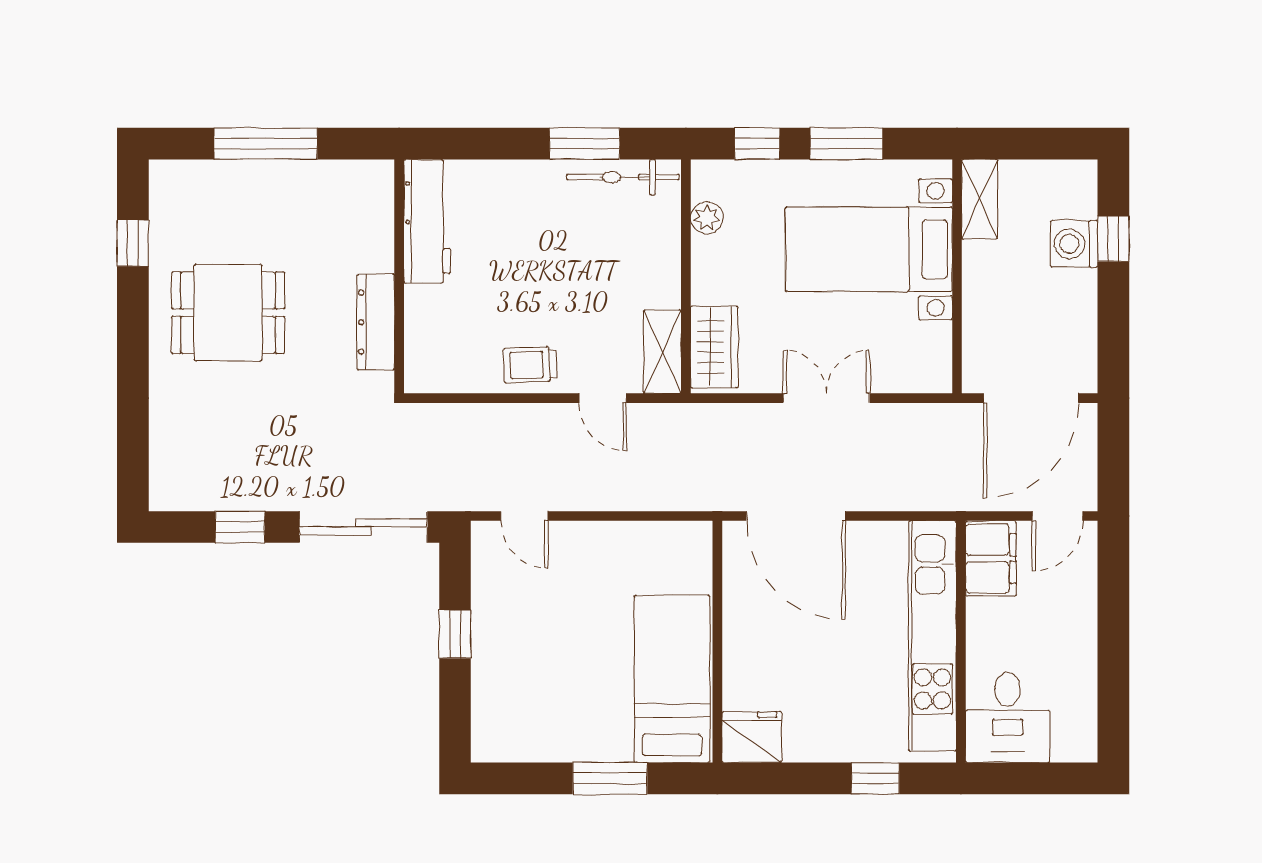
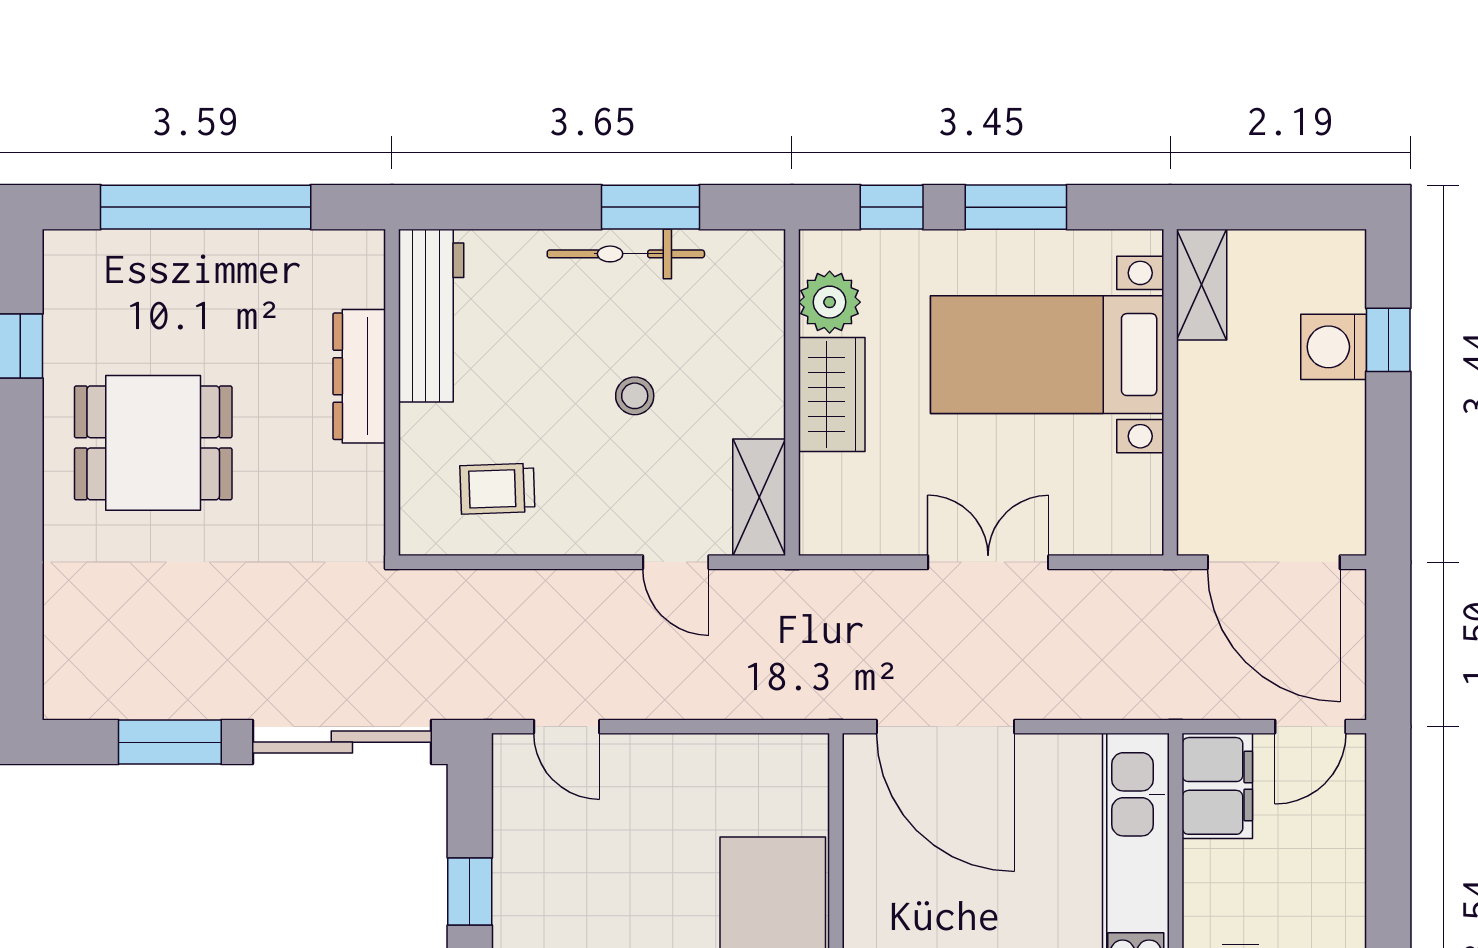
window: (266, 144) -> (206, 207), width x1.46
bicycle: (623, 177) -> (626, 254), moved
plant: (707, 218) -> (830, 302), width x1.38, depth x1.38
stool: (573, 279) -> (635, 396), added
dresser: (376, 322) -> (359, 376), moved
wardrobe: (714, 347) -> (832, 395), moved
trolley: (530, 365) -> (497, 489), moved
door: (1031, 398) -> (1274, 562), hinge flipped
window: (240, 527) -> (170, 742), width x1.50

